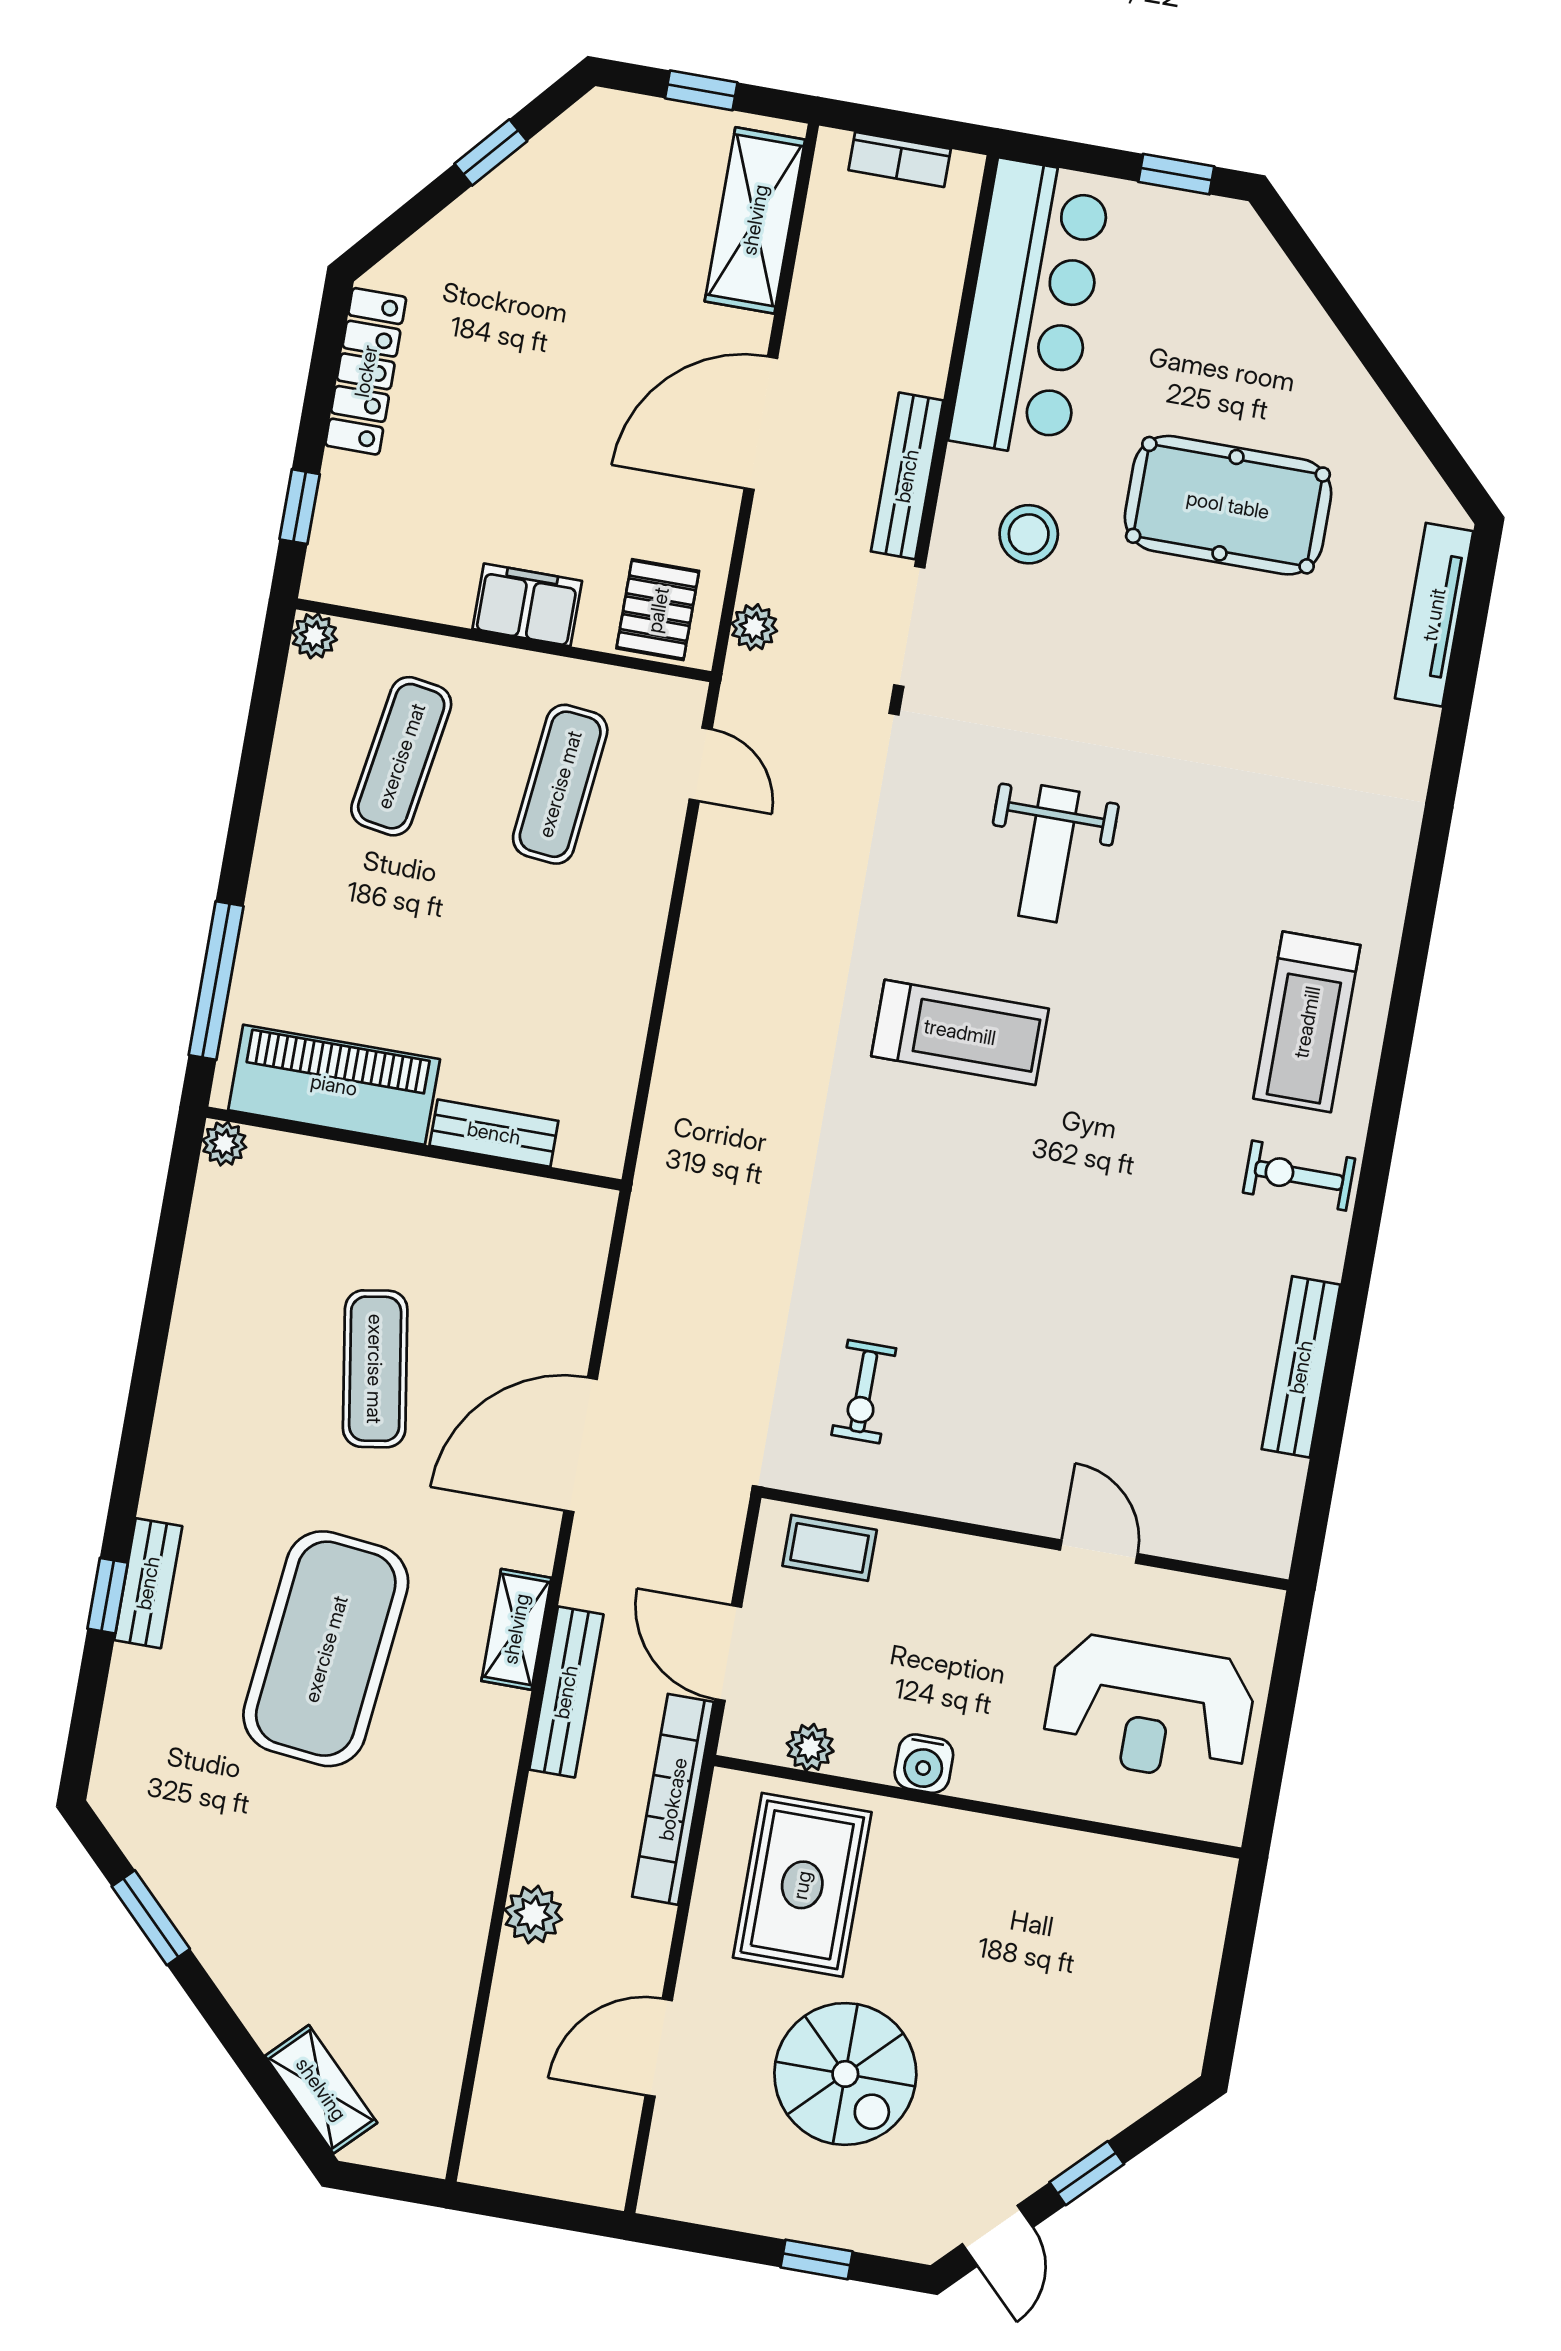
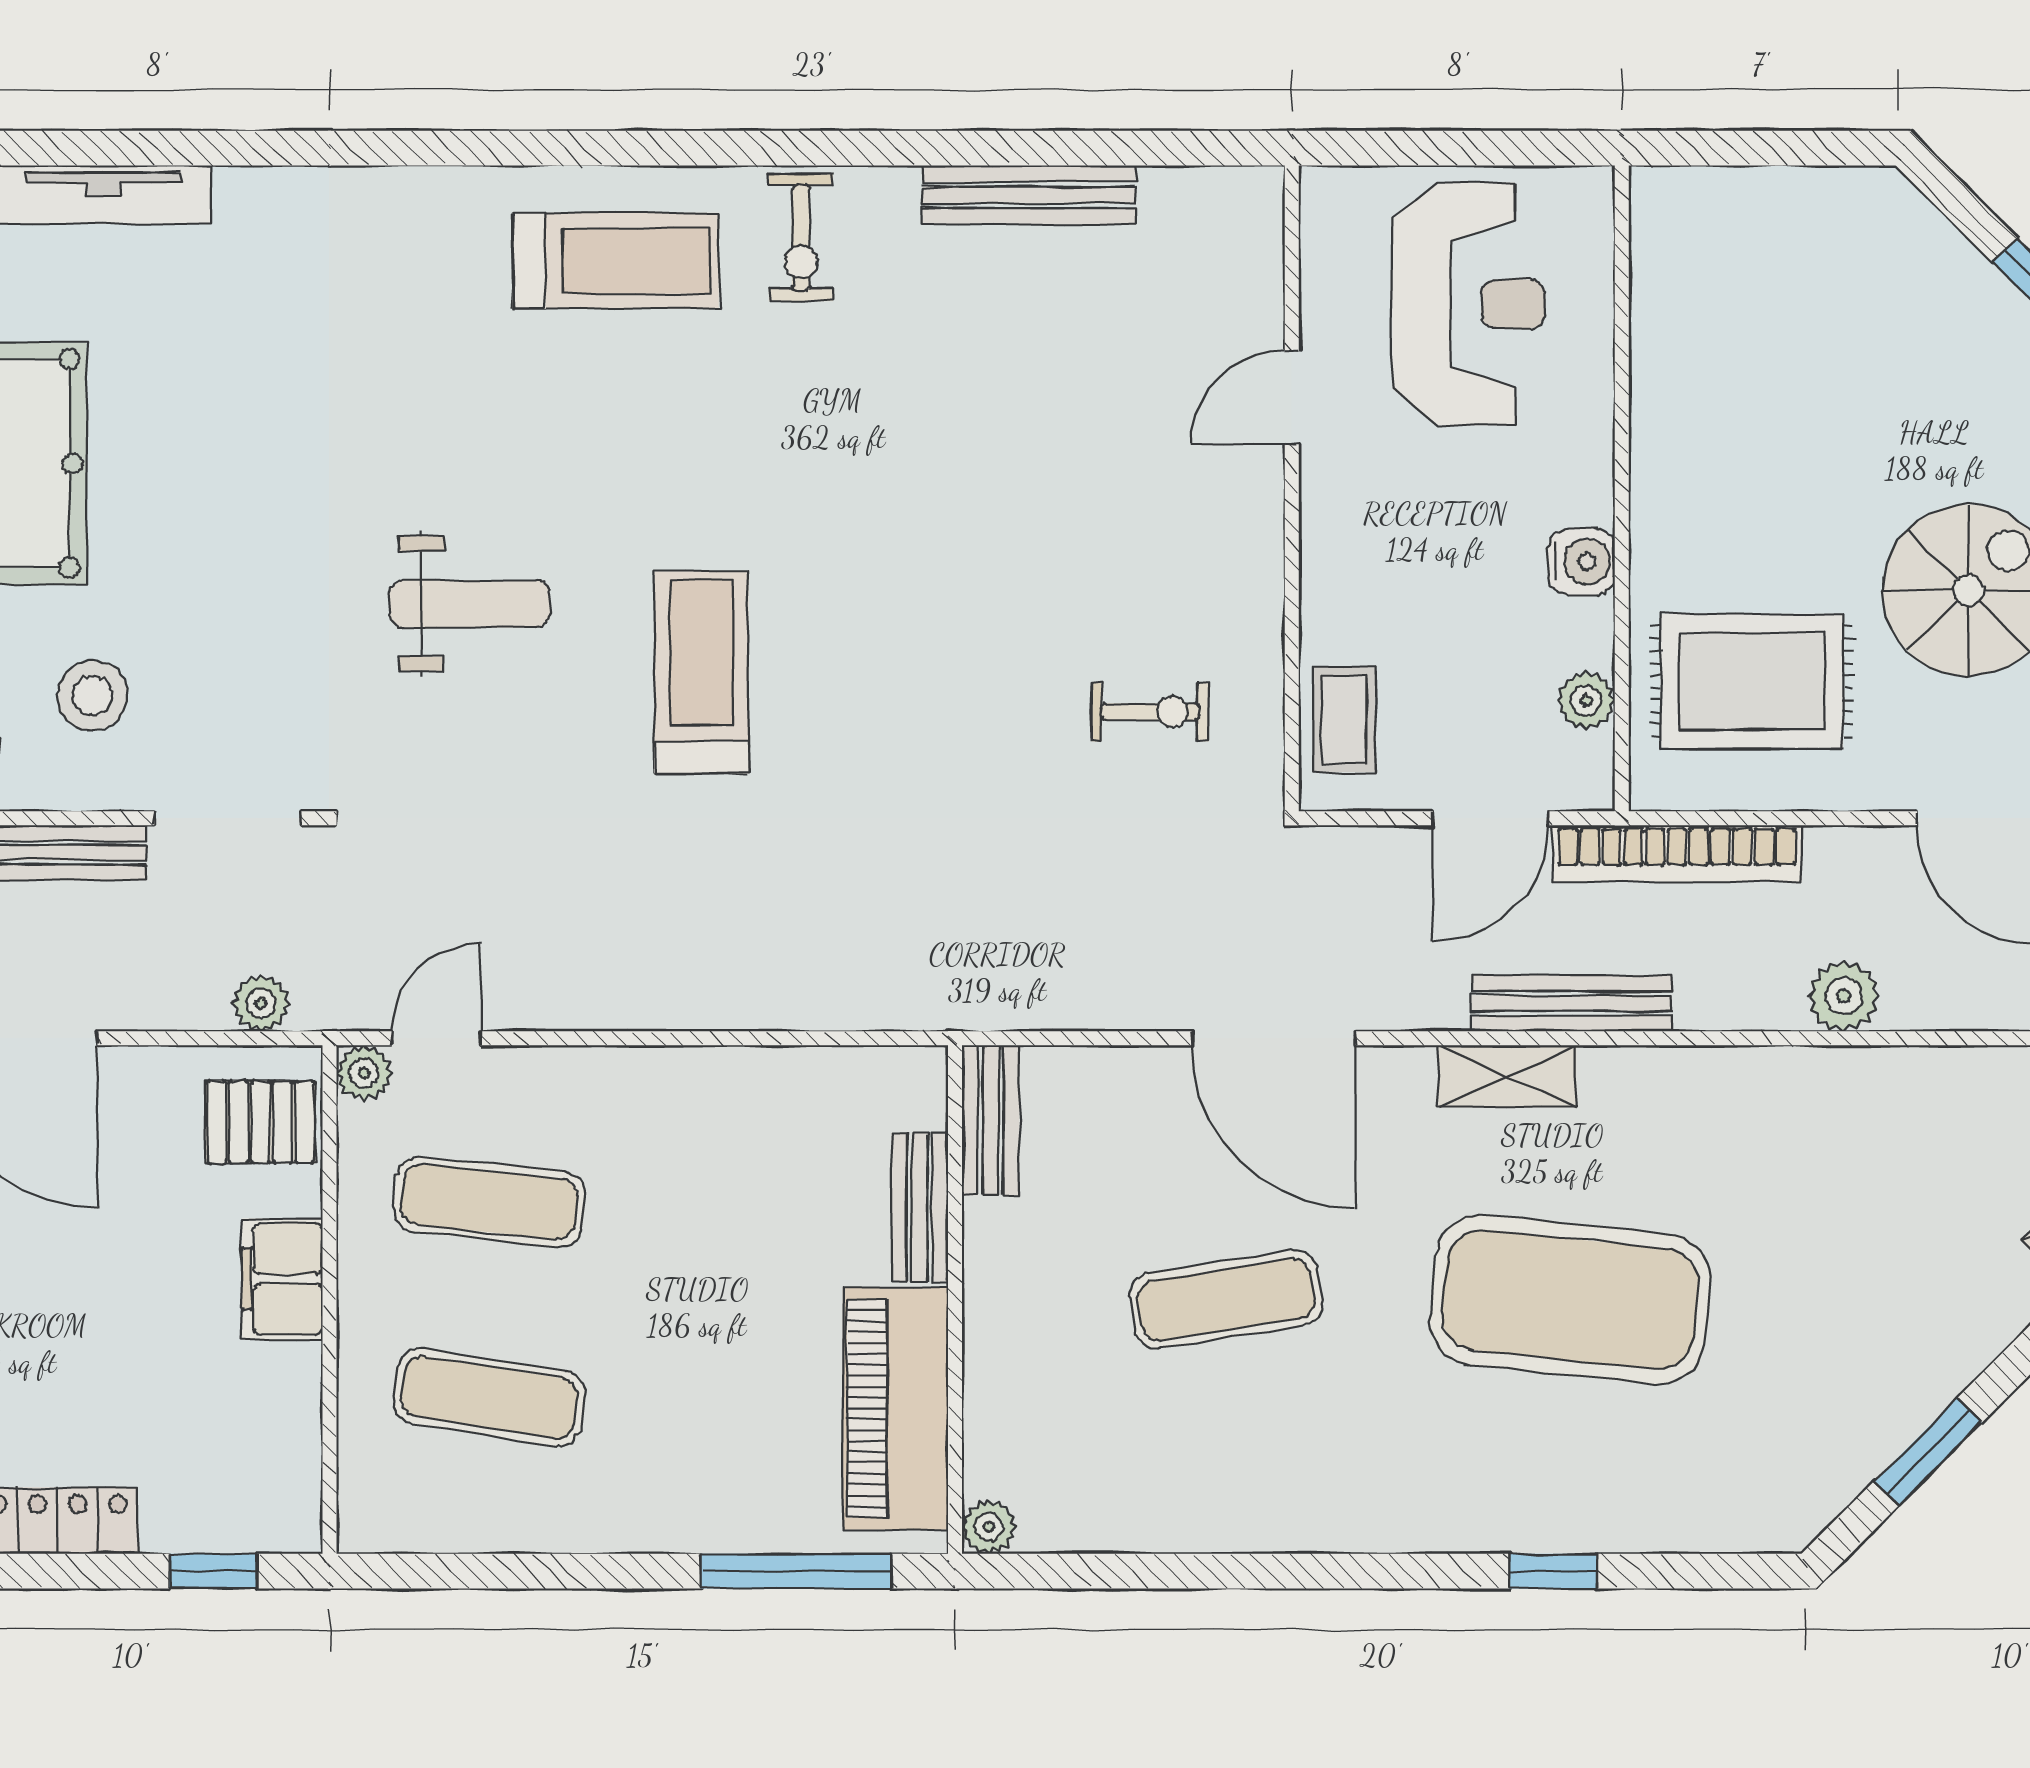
plant: (314, 636) -> (364, 1073), moved
bench: (148, 1583) -> (991, 1120), moved, turned 90

